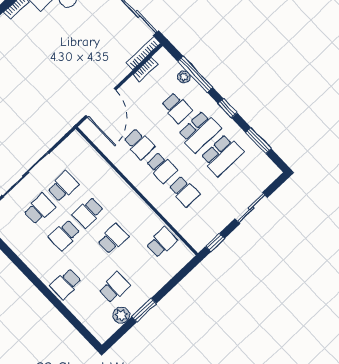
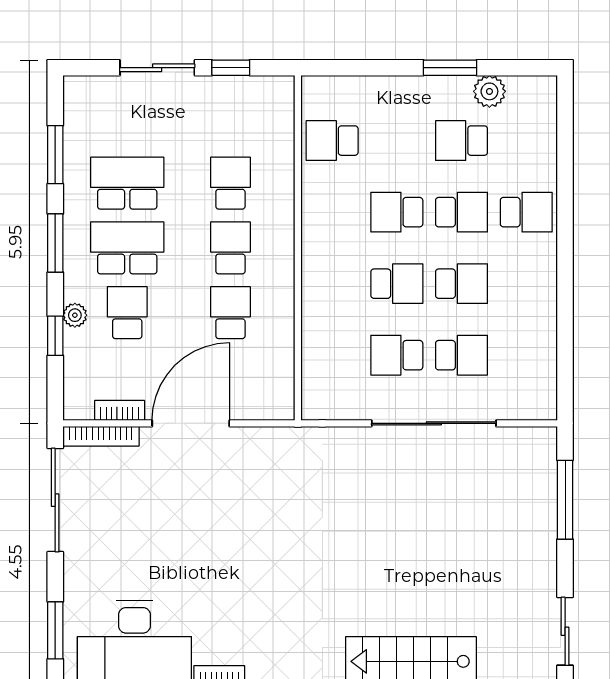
window: (195, 74) -> (55, 336), width x0.46
plant: (184, 77) -> (75, 315), moved
door: (101, 103) -> (191, 423), moved
window: (227, 108) -> (55, 243), width x1.50
school desk: (39, 209) -> (462, 355), turned 180
window: (215, 242) -> (231, 68), moved
school desk: (89, 261) -> (462, 212), added

